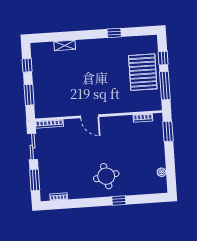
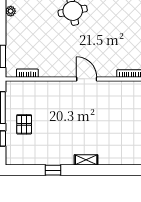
shelving: (65, 45) -> (86, 160), moved
pallet: (143, 72) -> (24, 124), width x0.49, depth x0.50

